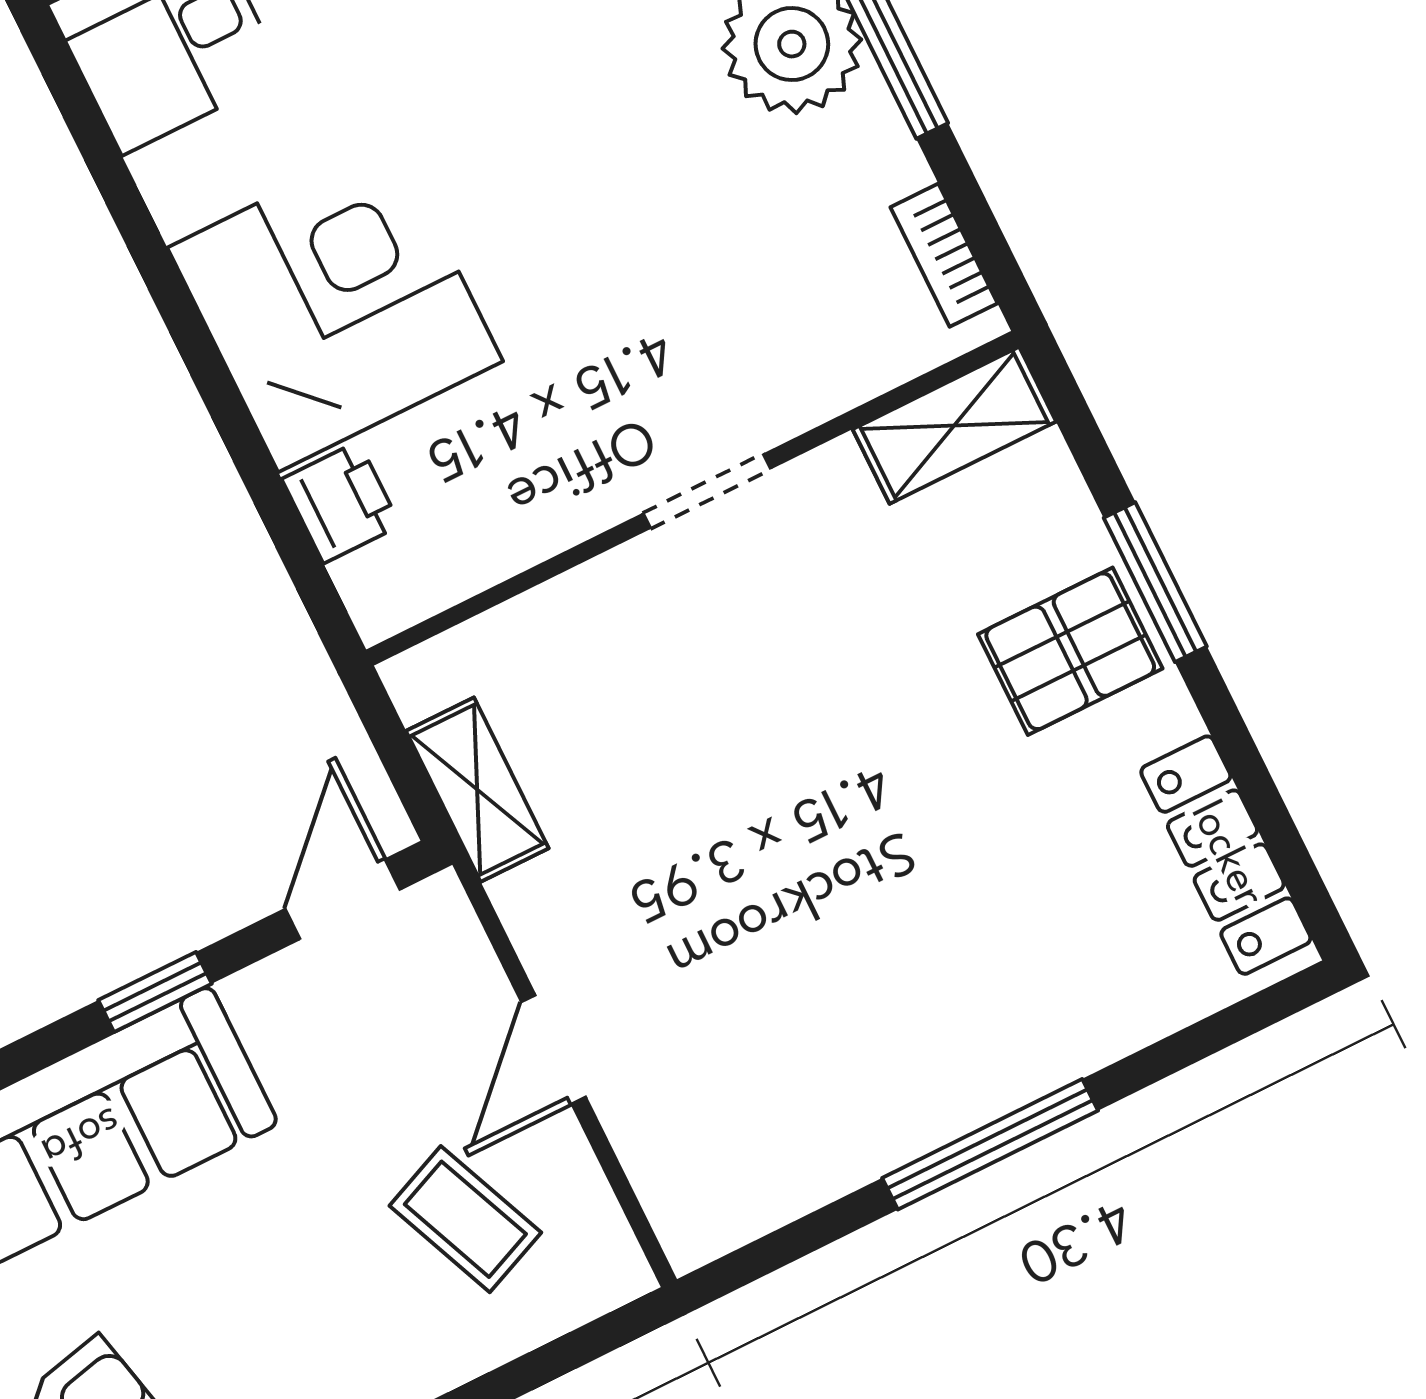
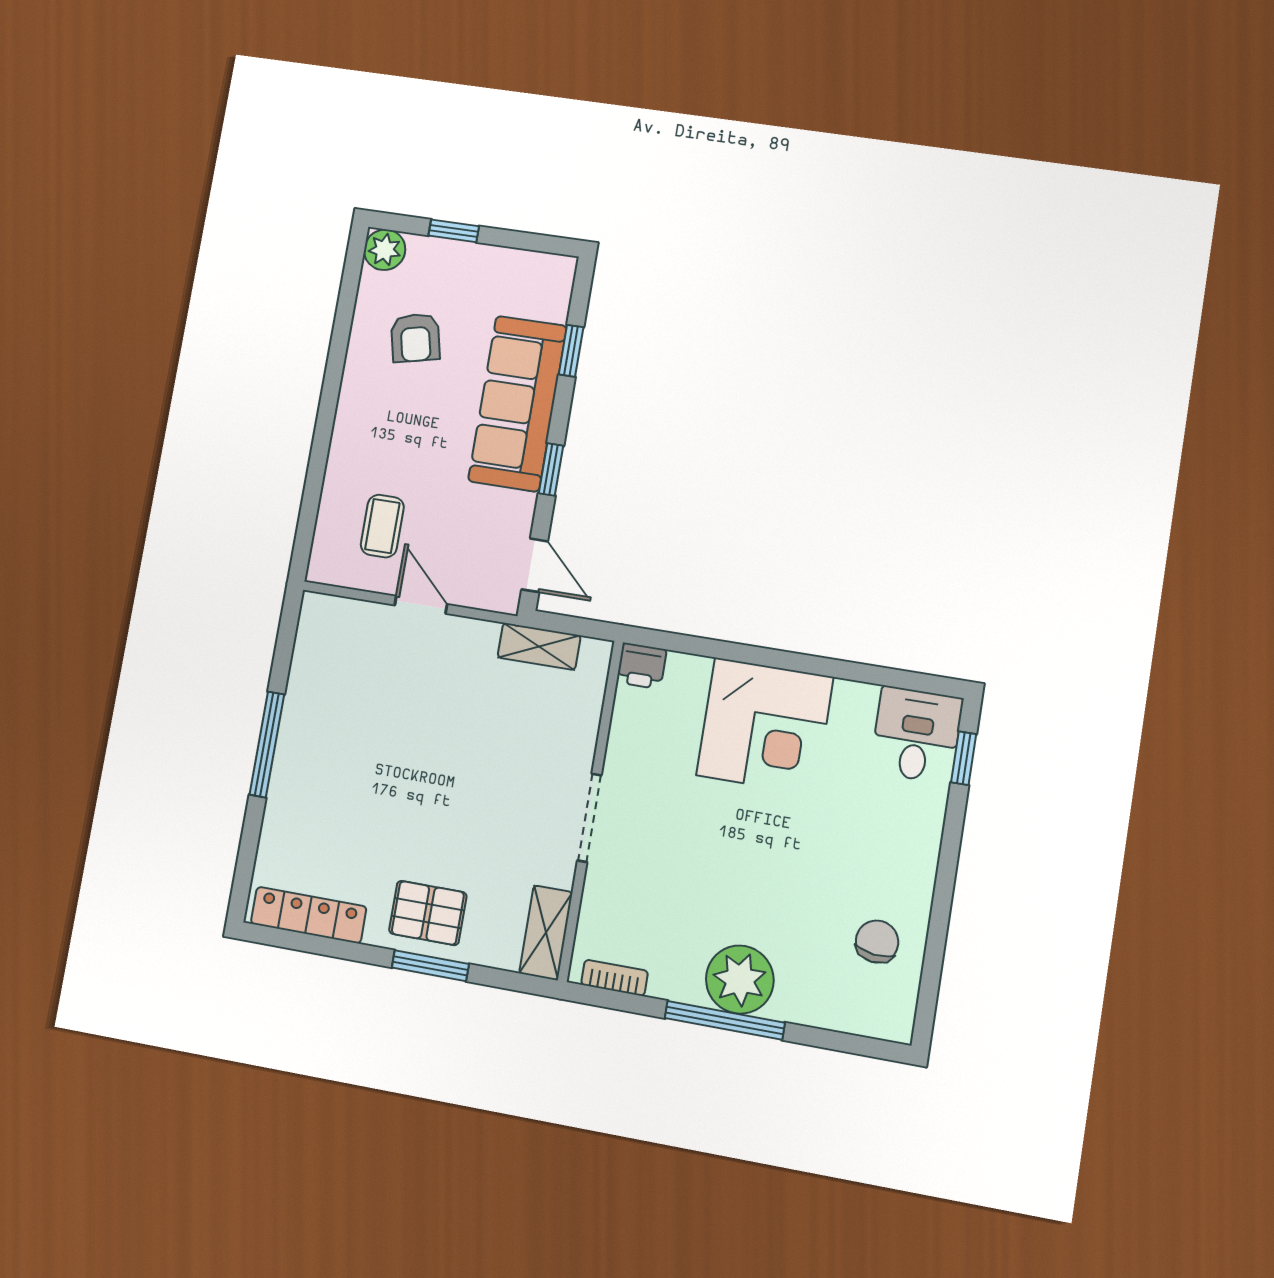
doorway: (707, 491) -> (589, 818), width x1.38
printer: (341, 502) -> (642, 666), moved
pallet: (1070, 651) -> (428, 913), turned 90
coffee table: (465, 1219) -> (382, 526), turned -67

